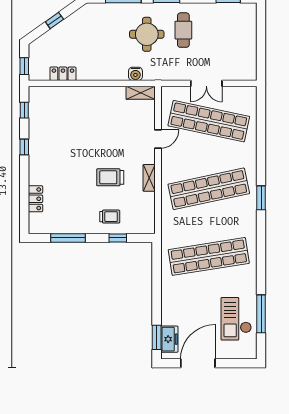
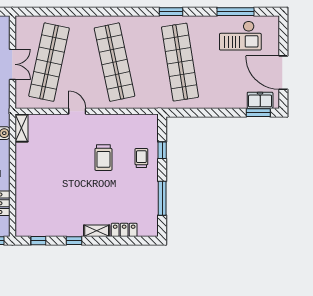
door: (158, 139) -> (77, 111), moved
shelving: (149, 178) -> (97, 231), moved
window: (261, 198) -> (171, 12), moved

